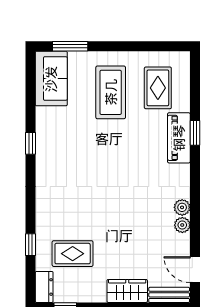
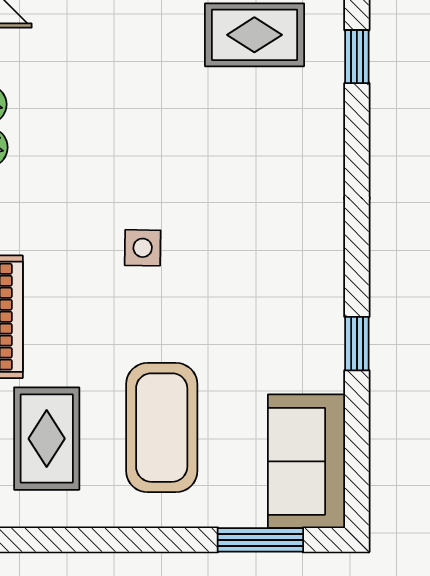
window: (31, 143) -> (357, 344), moved
side table: (118, 166) -> (143, 248), added

